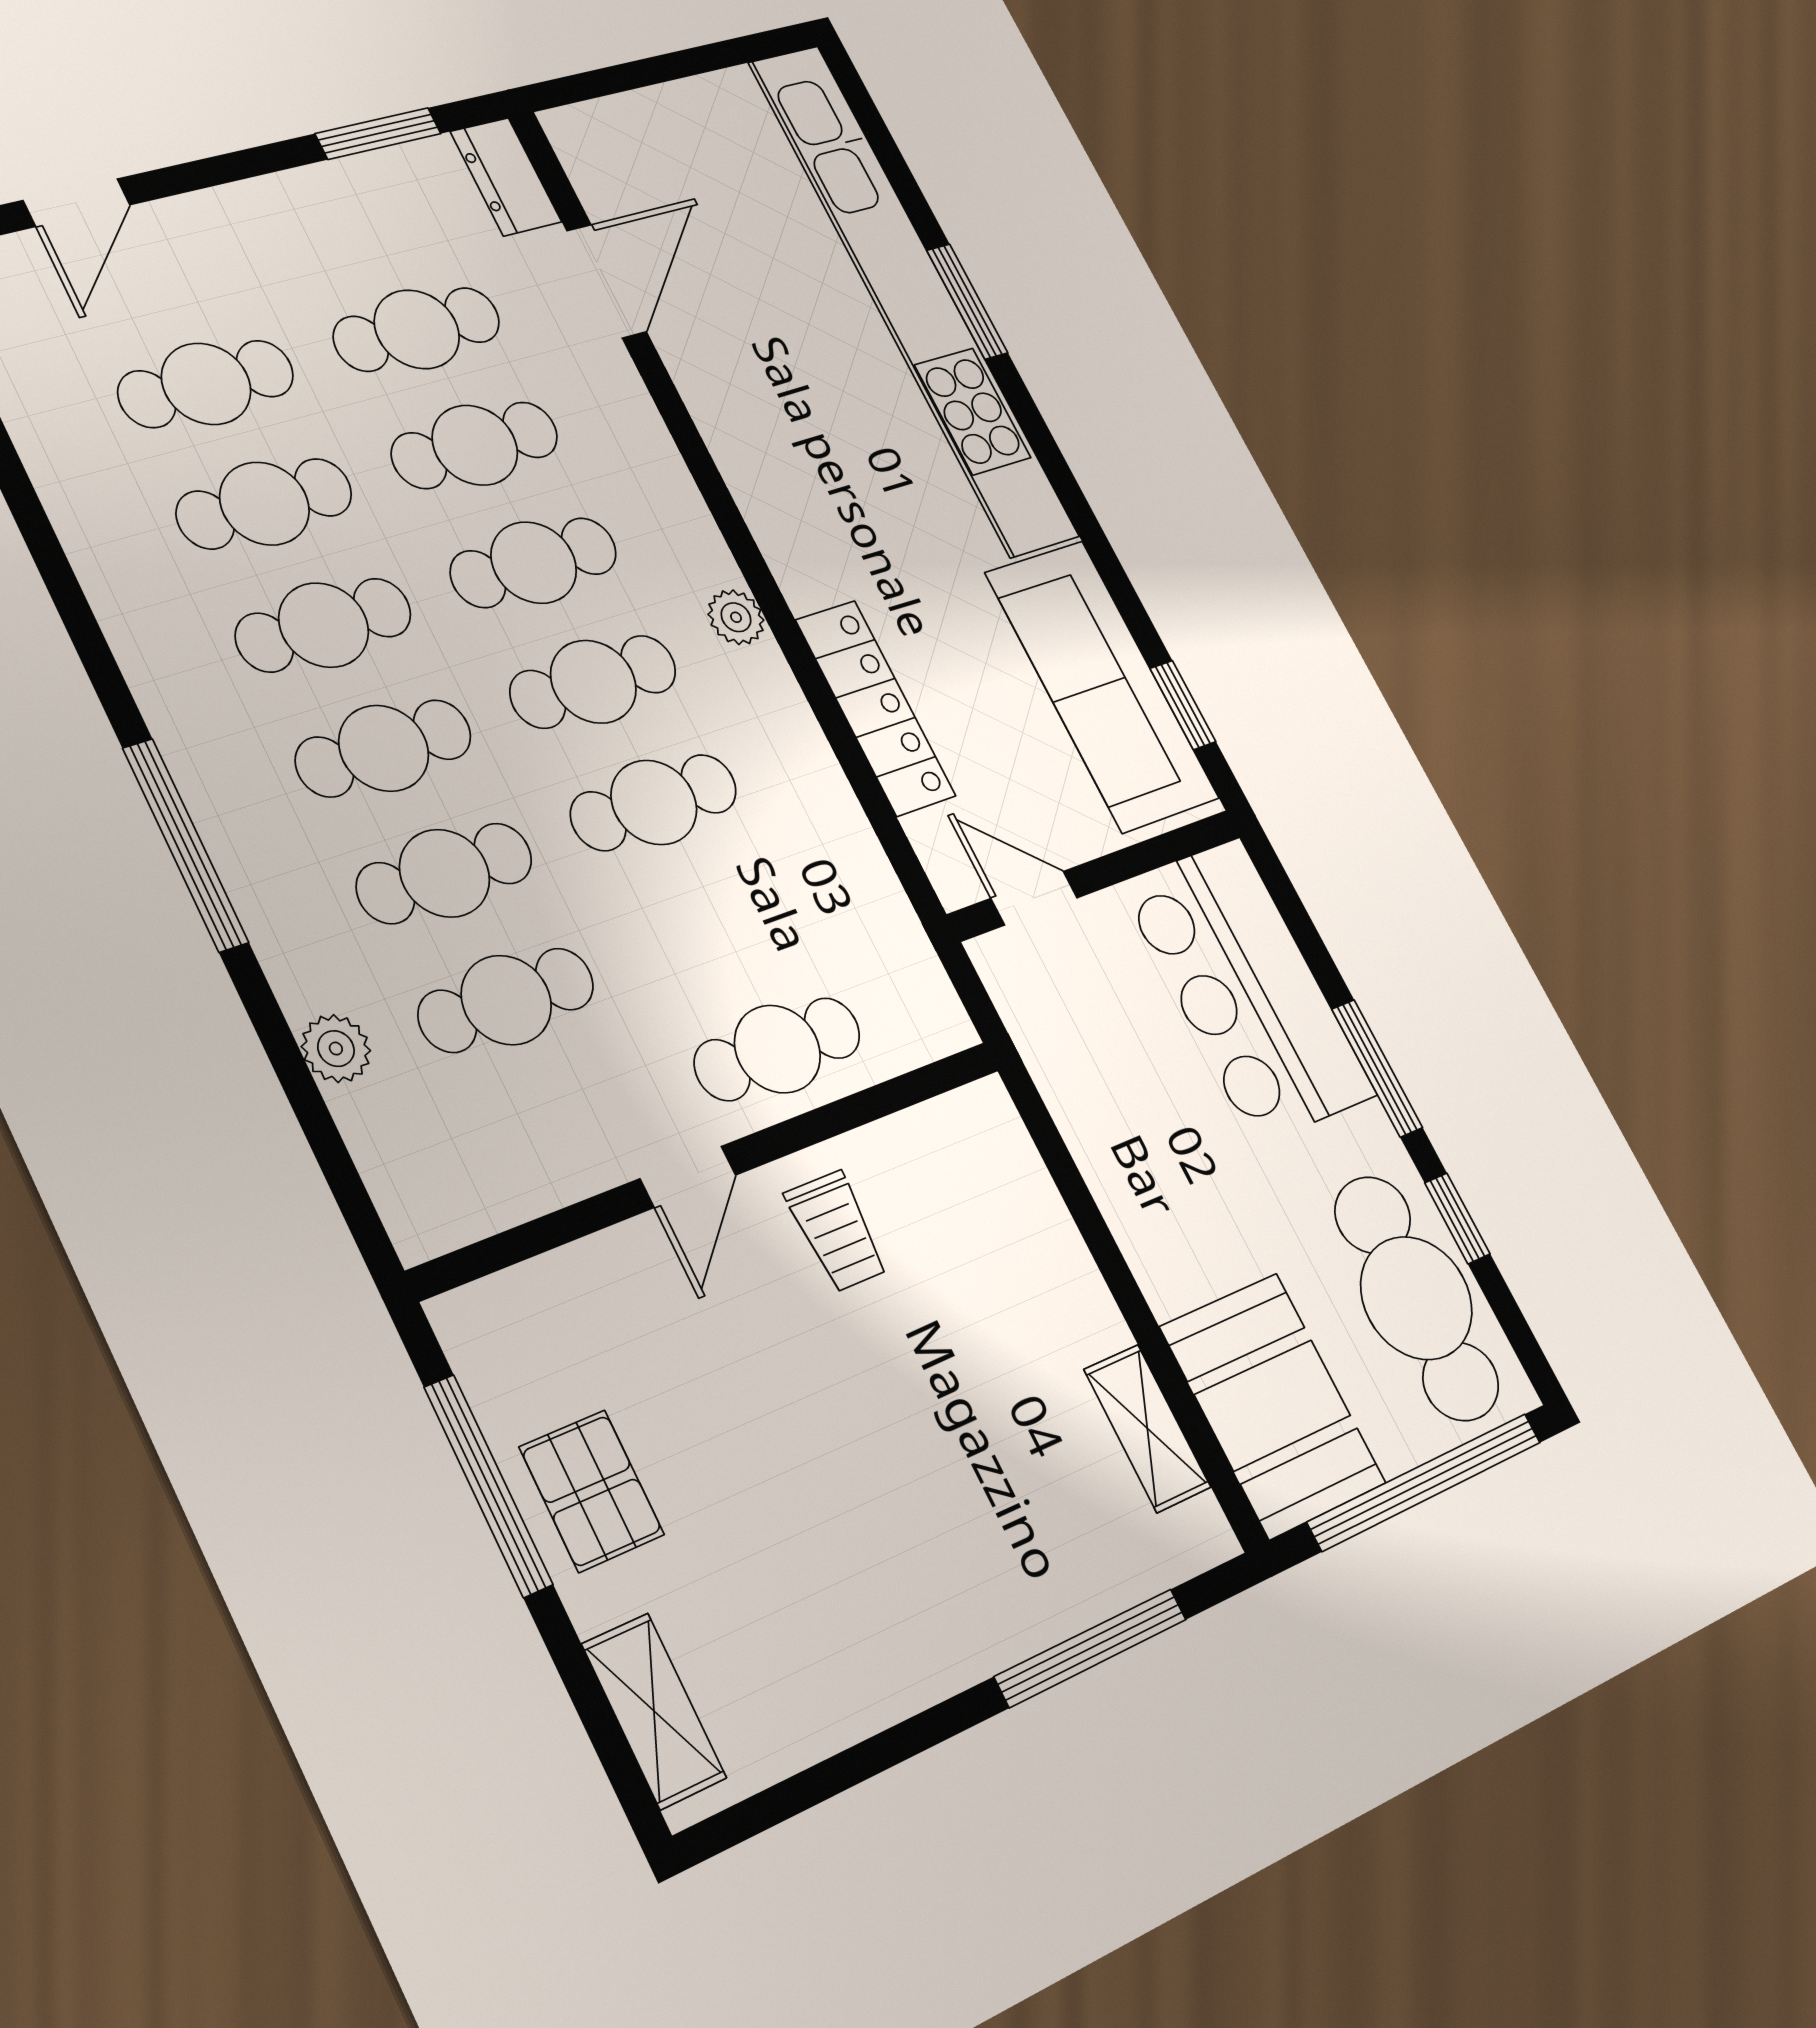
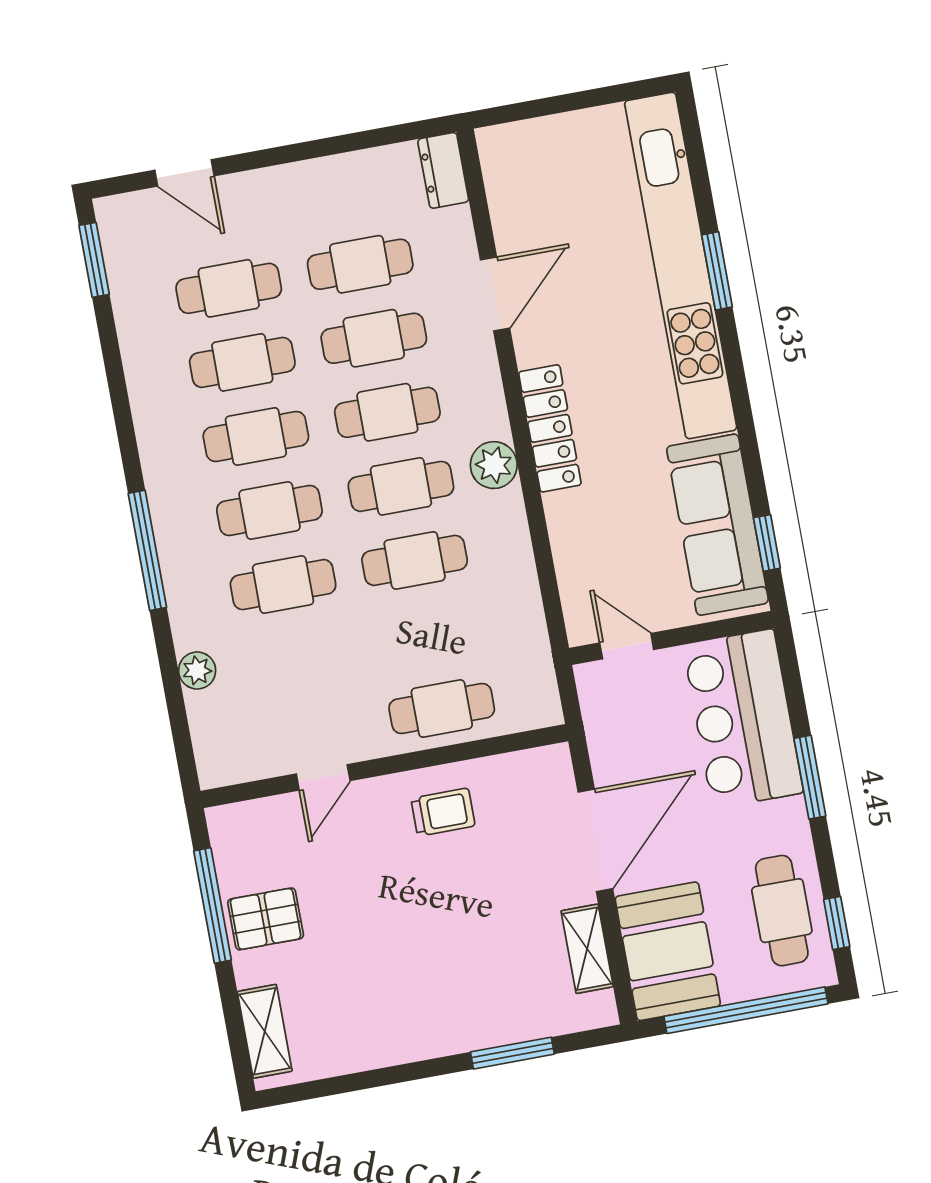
window: (378, 134) -> (373, 138), removed
door: (77, 203) -> (184, 173), hinge flipped
door: (607, 281) -> (495, 294), moved
plant: (736, 617) -> (494, 465), width x1.38, depth x1.38
locker: (875, 708) -> (550, 428), moved
cafe table: (506, 1000) -> (297, 659), removed
door: (688, 1177) -> (323, 777), moved
window: (1457, 1218) -> (837, 923), moved
trolley: (837, 1231) -> (443, 812), turned -90
door: (1096, 1234) -> (595, 840), added
cafe table: (1416, 1298) -> (782, 911), width x0.73, depth x0.74
pallet: (592, 1491) -> (266, 919), turned 90
window: (1091, 1648) -> (512, 1053), width x0.69

